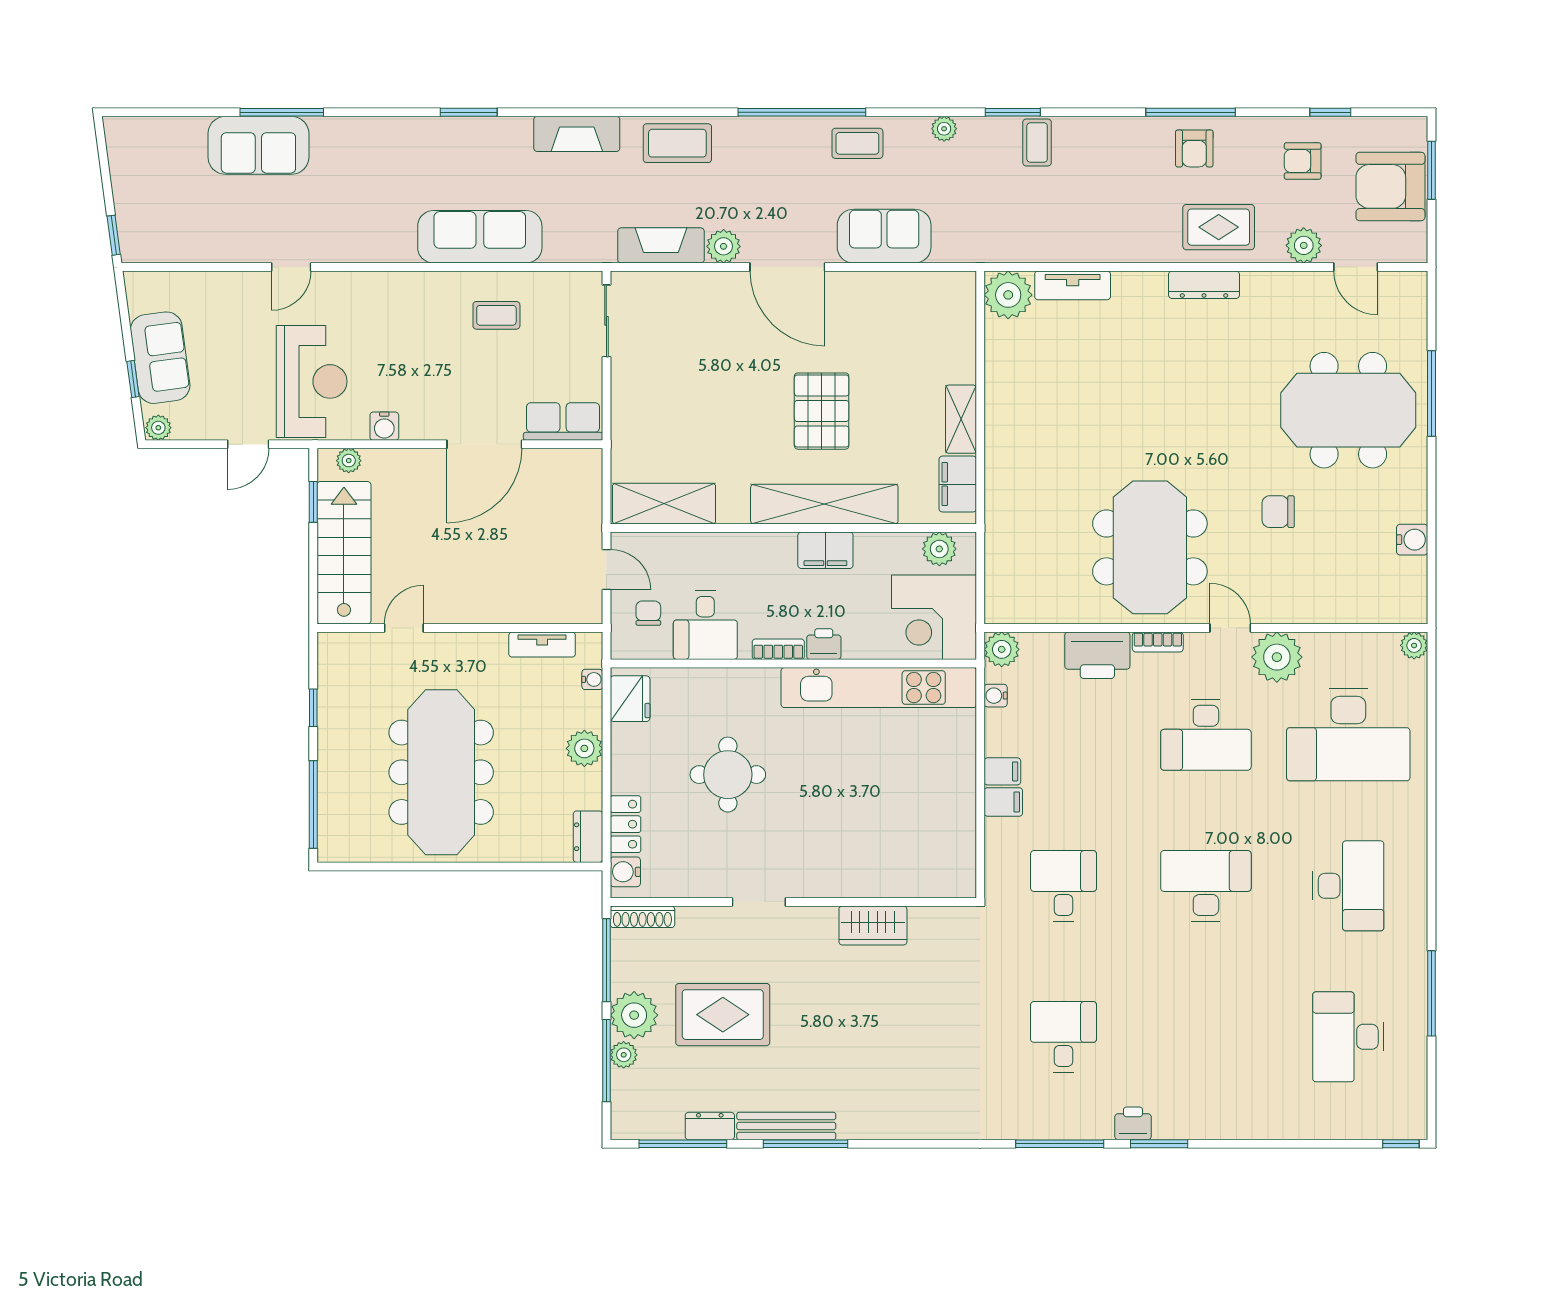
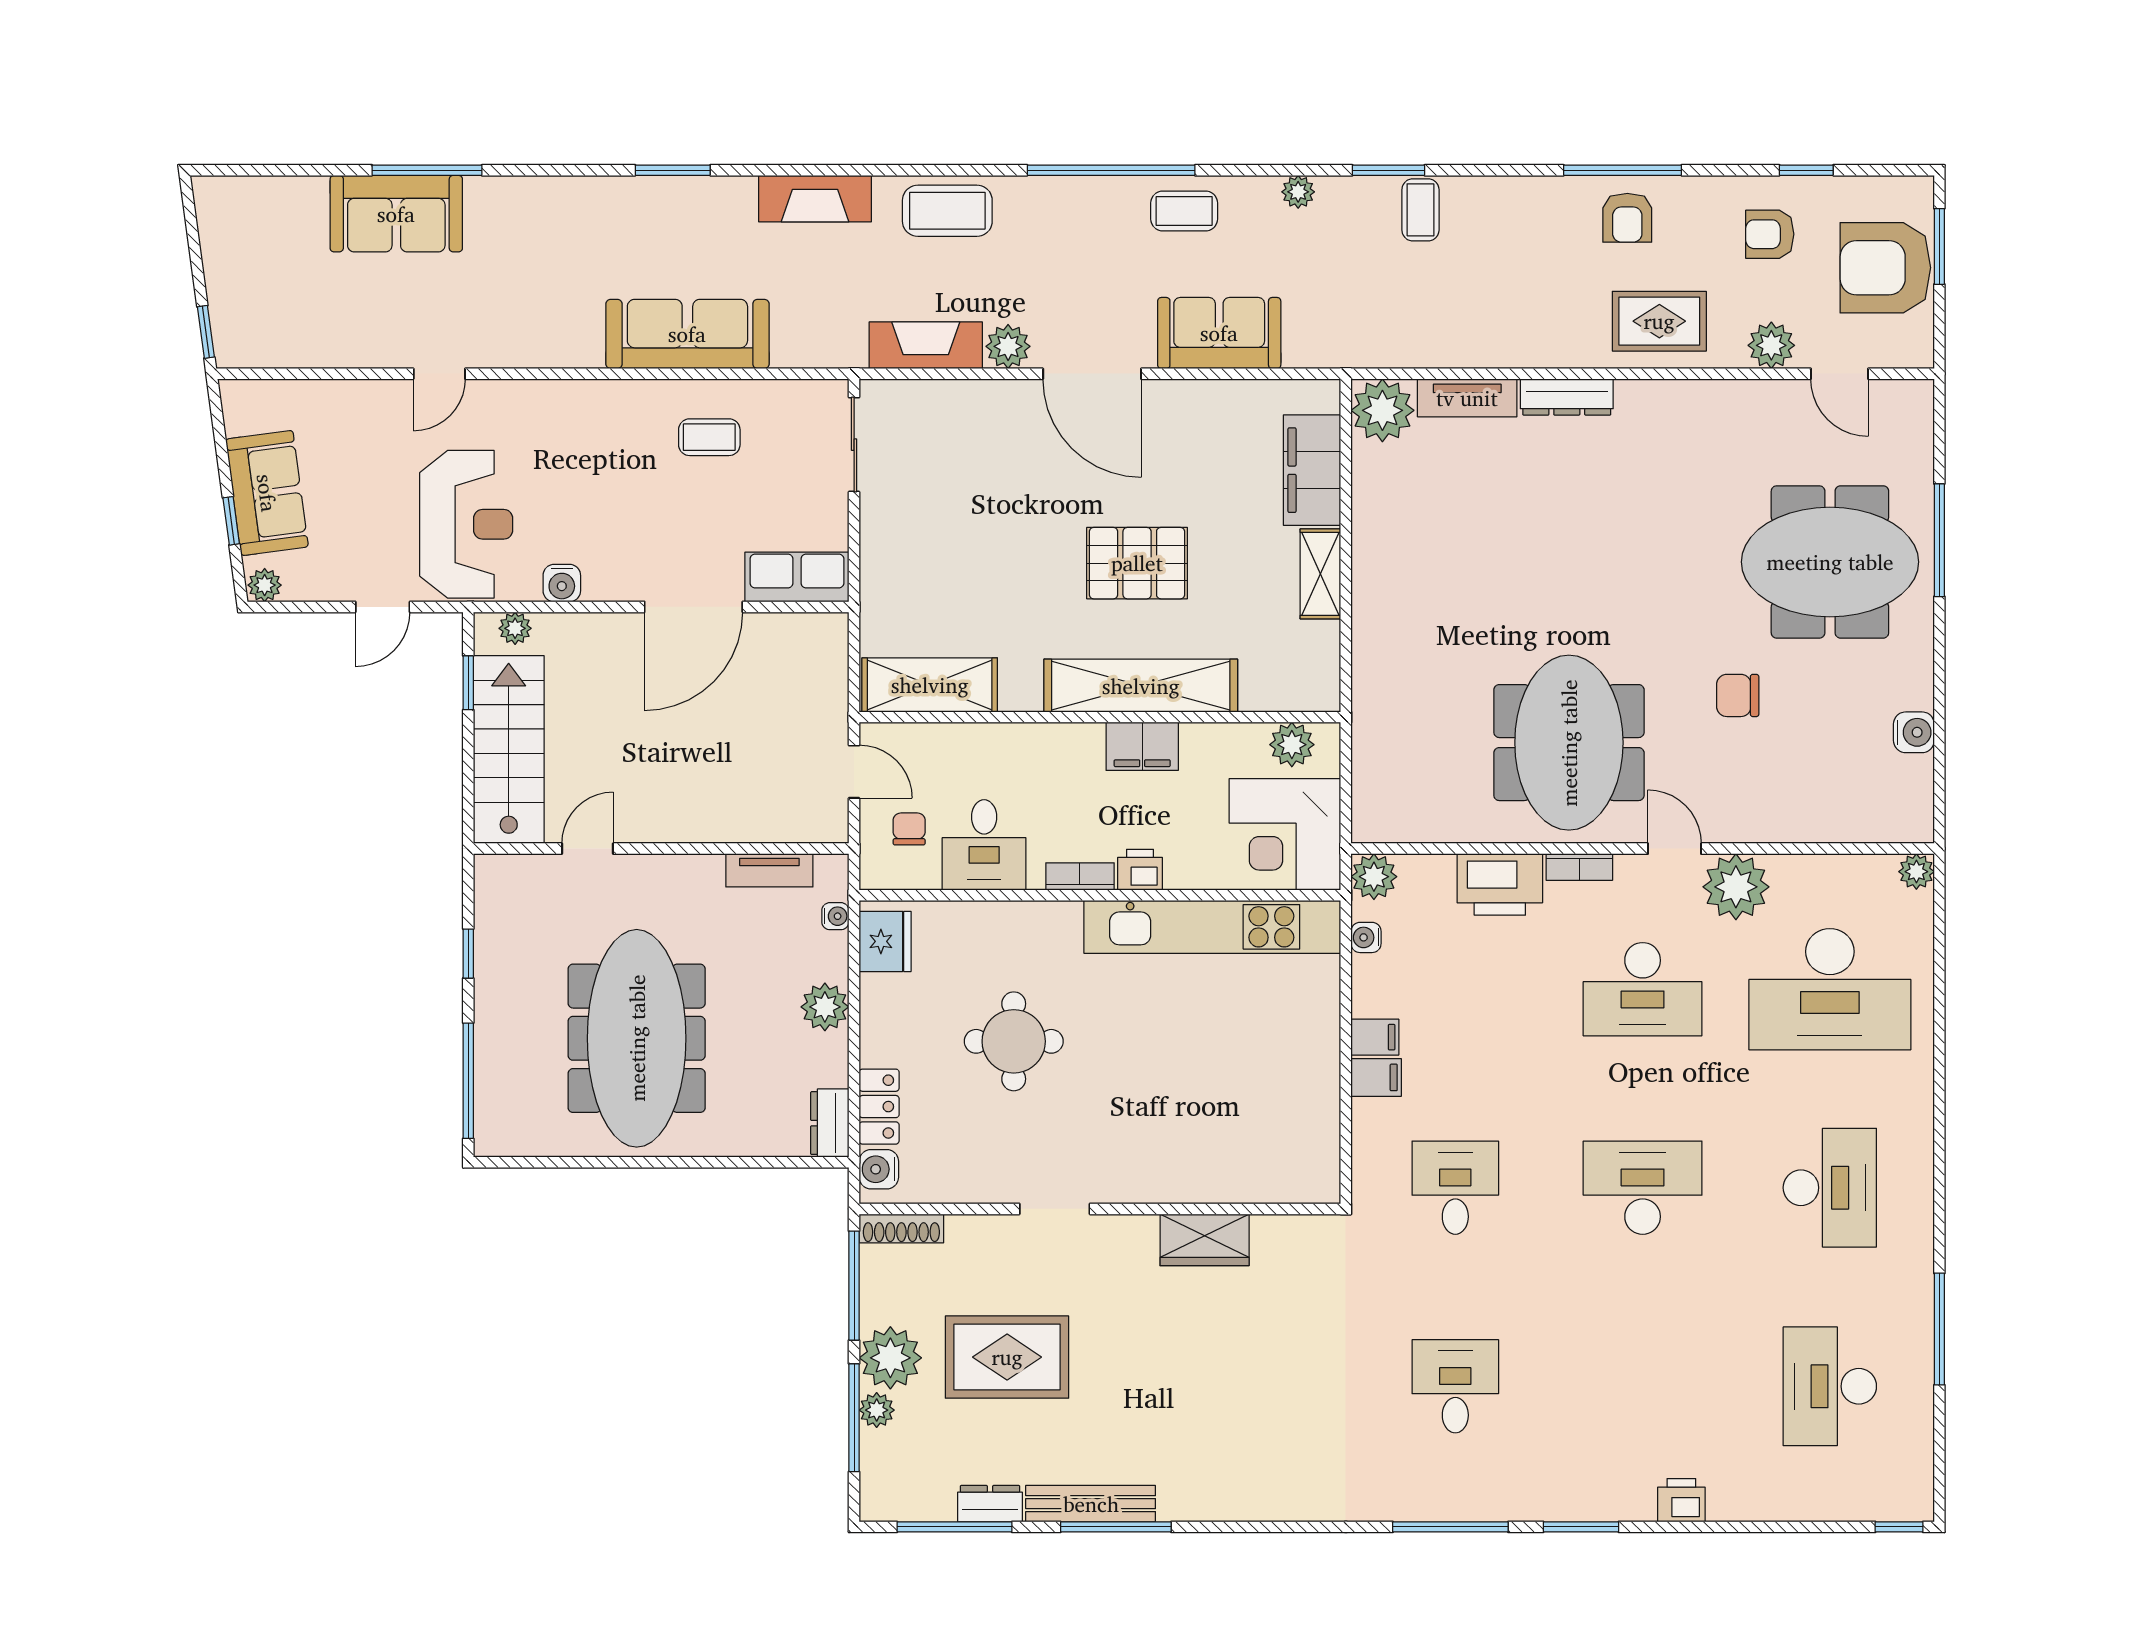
dresser: (1204, 285) -> (1567, 397), moved
pallet: (822, 411) -> (1137, 563), turned 90
filing cabinet: (958, 484) -> (1312, 470), moved, width x1.50, depth x1.17
printer: (1133, 1123) -> (1681, 1500), moved

